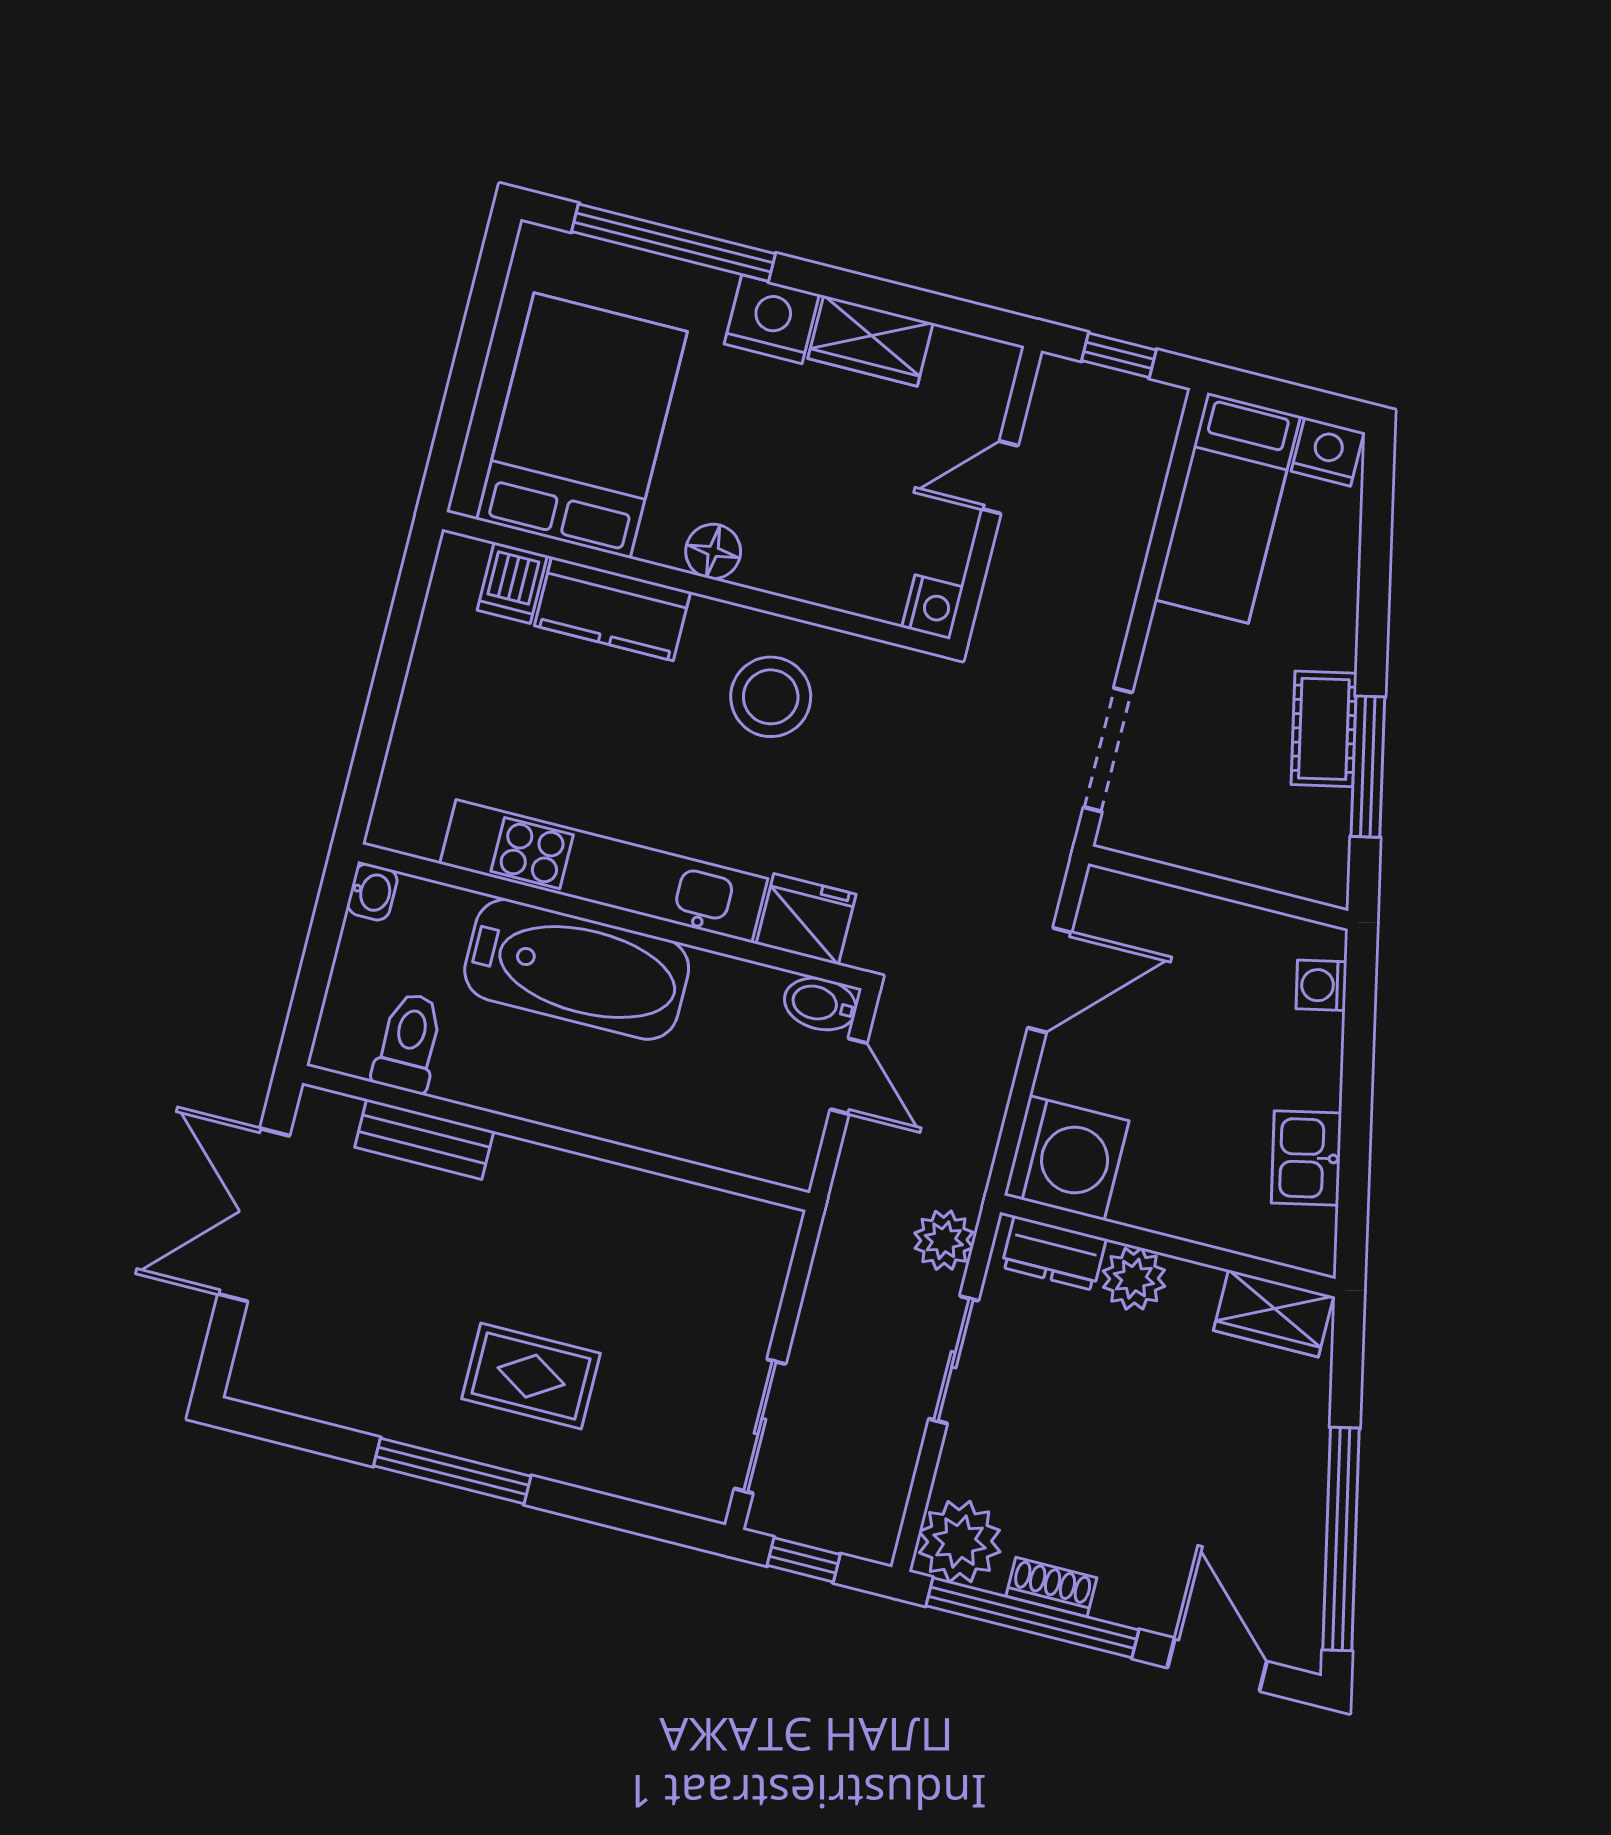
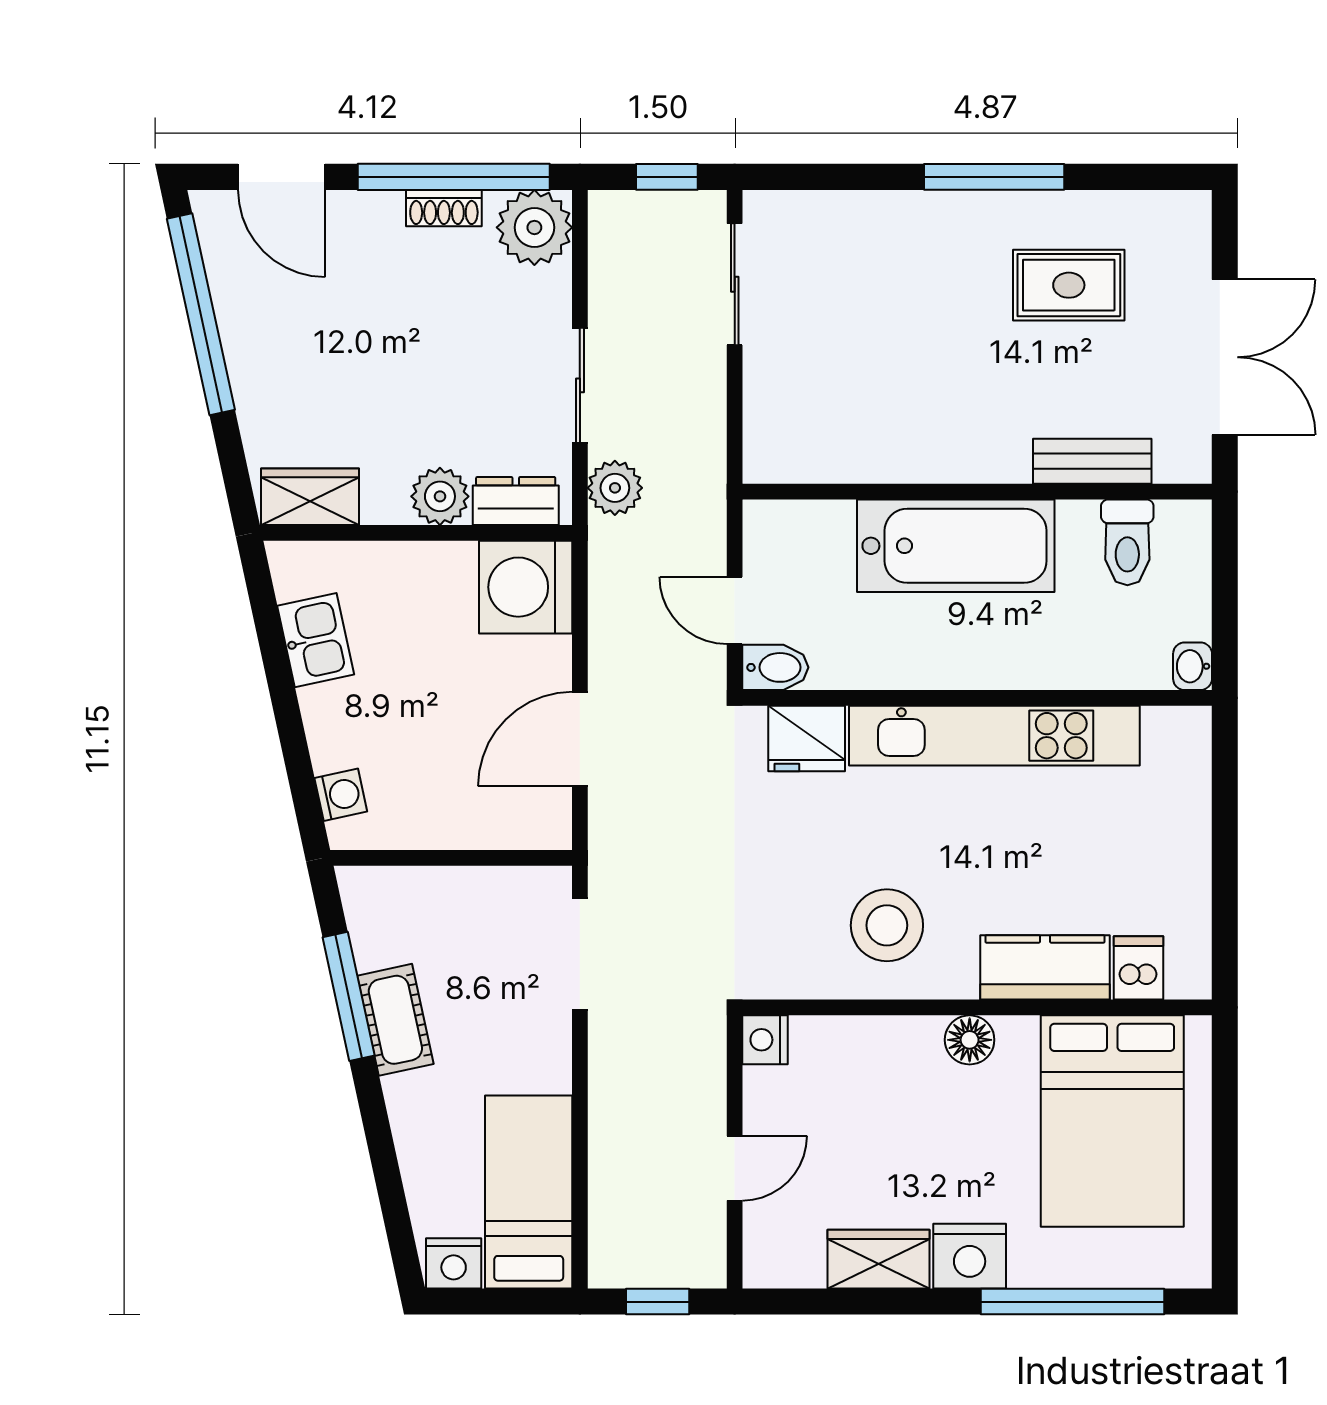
bathtub: (577, 969) -> (956, 546), moved, turned 180
rug: (531, 1376) -> (1069, 285), moved

